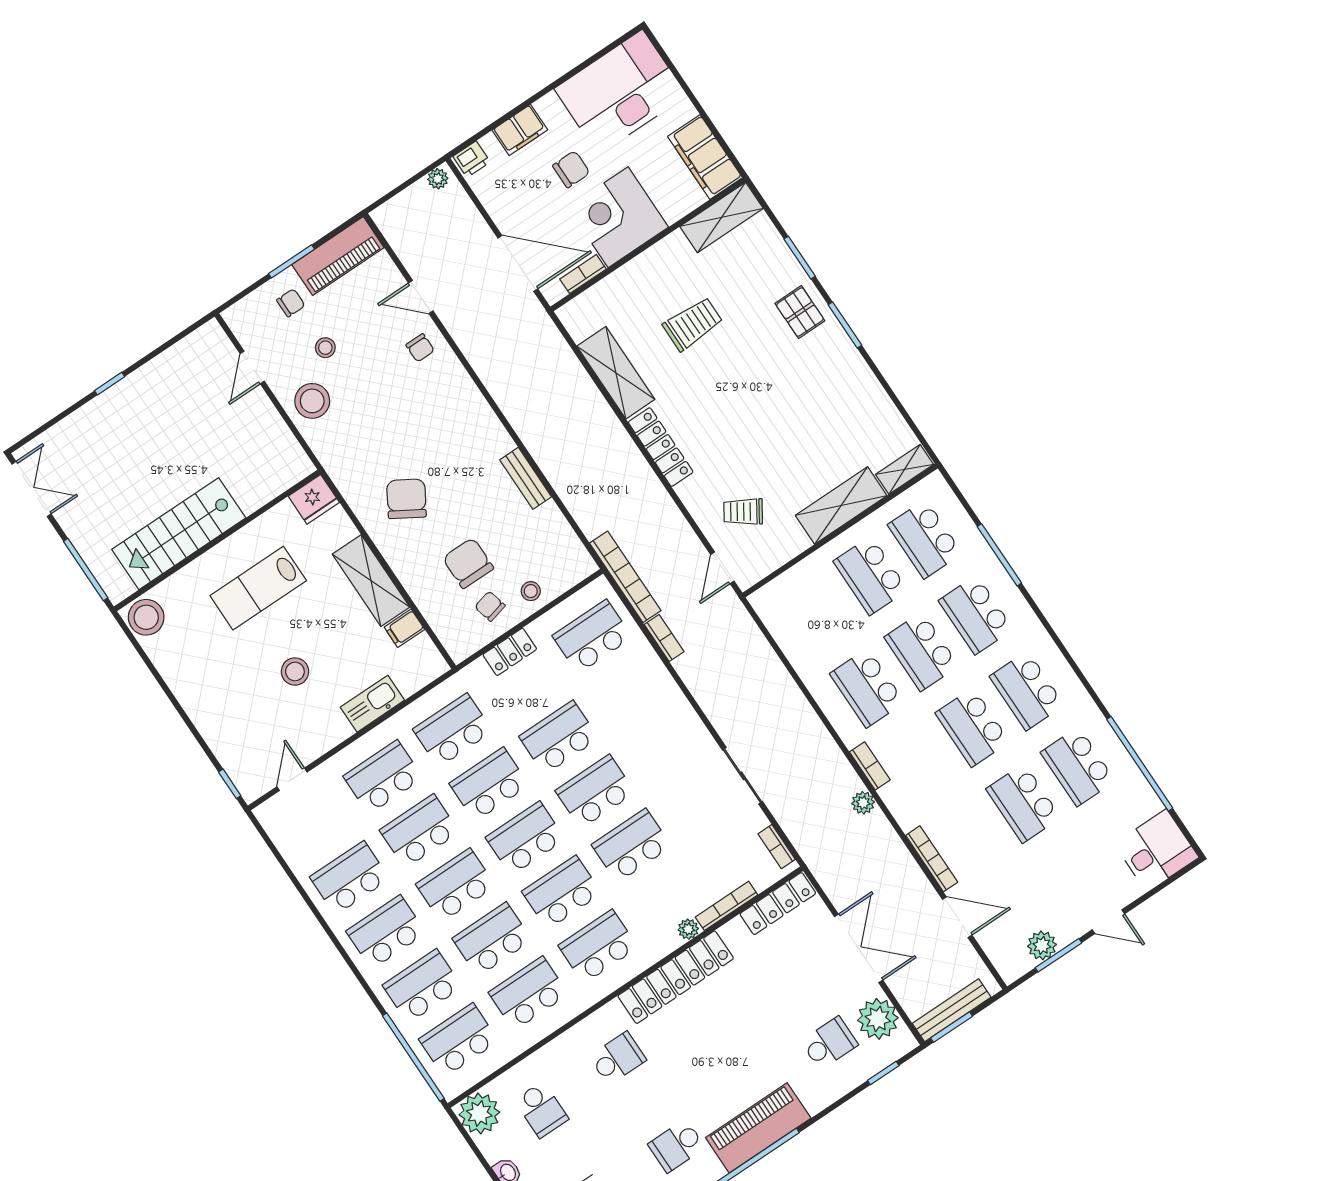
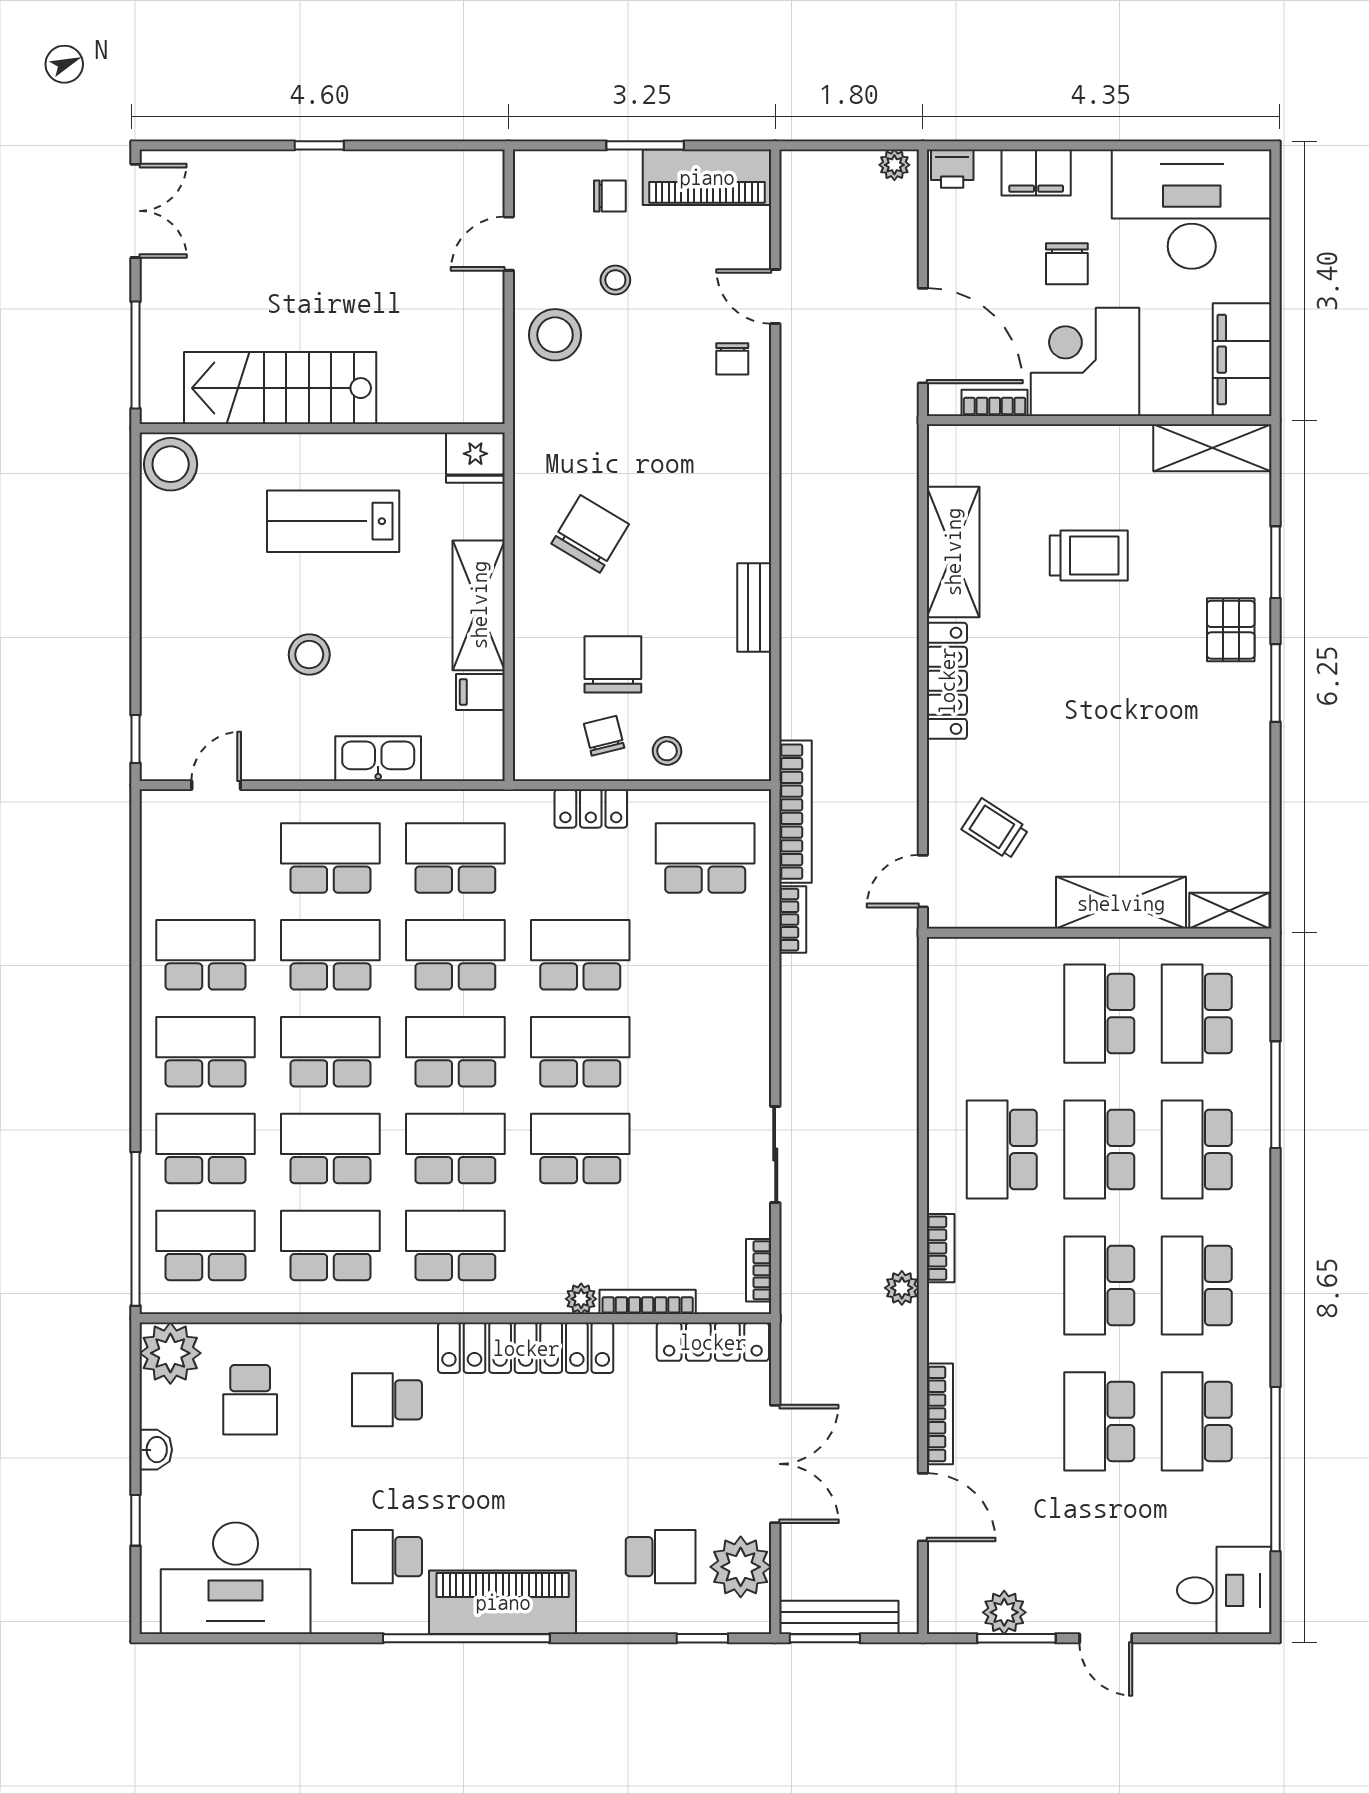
chair: (571, 169) -> (1067, 264), turned 90
school desk: (618, 1058) -> (387, 1400), turned 180

